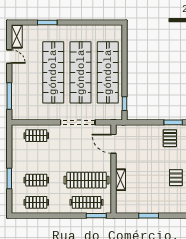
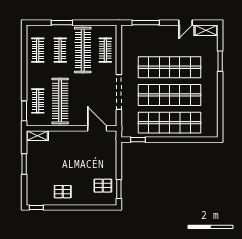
door: (114, 144) -> (97, 128), hinge flipped
clothes rail: (36, 158) -> (83, 50), added
shelving: (121, 180) -> (37, 136), moved
clothes rail: (87, 202) -> (38, 101), width x0.73

